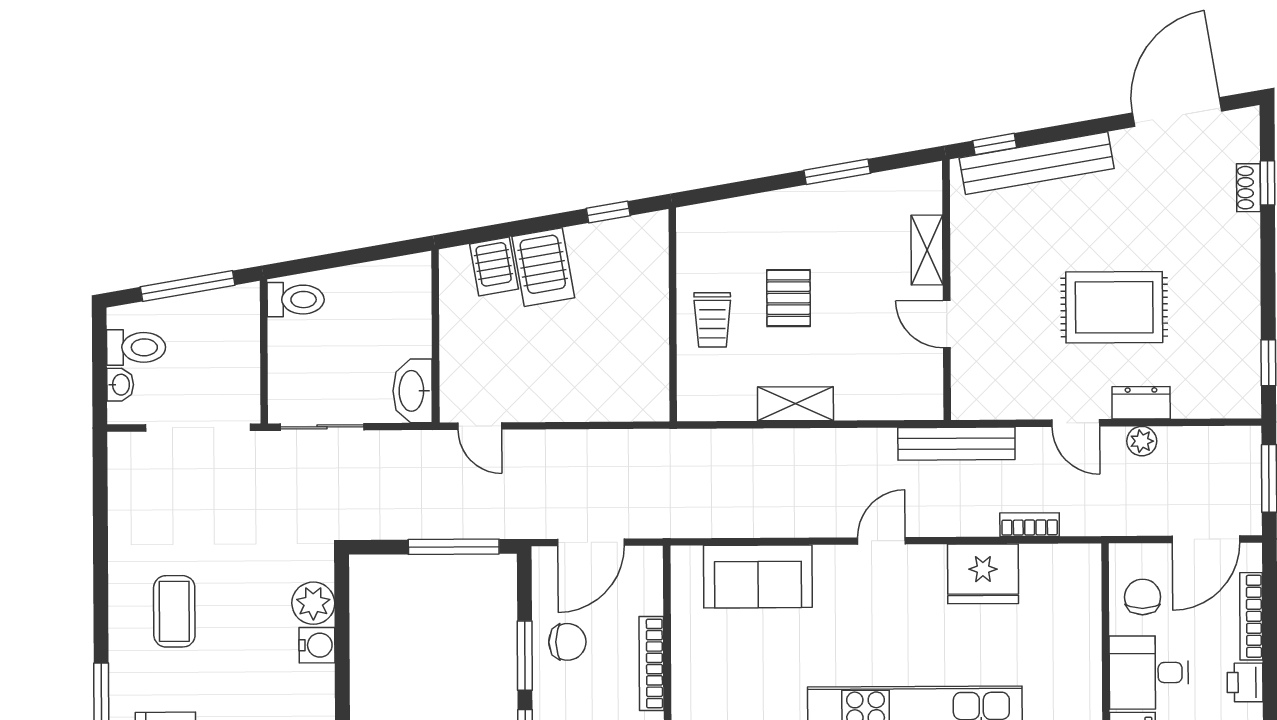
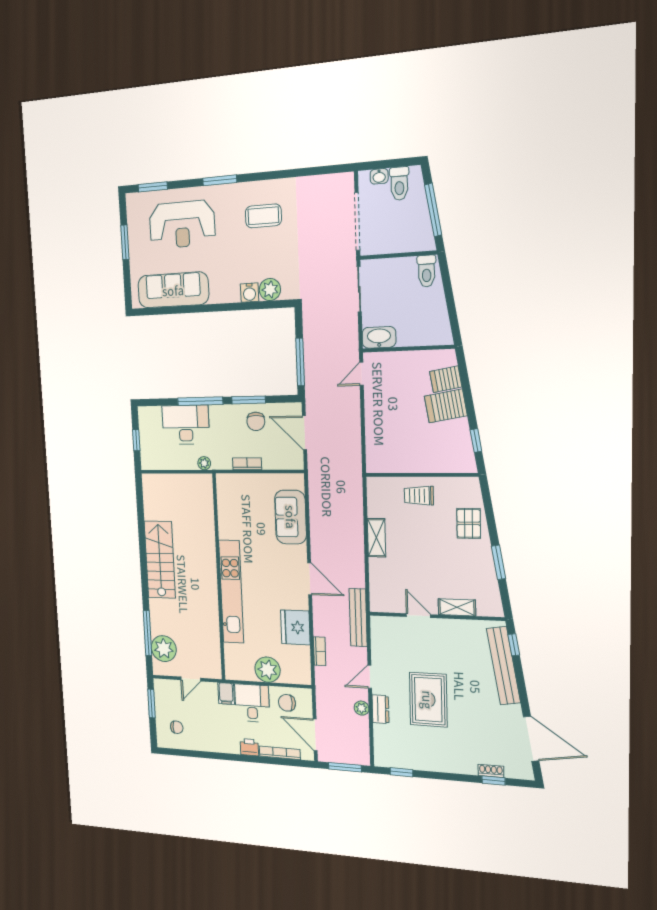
pallet: (789, 298) -> (469, 523), moved, turned 90
door: (947, 324) -> (418, 616), hinge flipped
door: (881, 541) -> (310, 579), width x1.38
chair: (1143, 597) -> (287, 703), turned 180
plant: (1075, 636) -> (267, 670), added
bookcase: (652, 664) -> (247, 464), width x0.64

